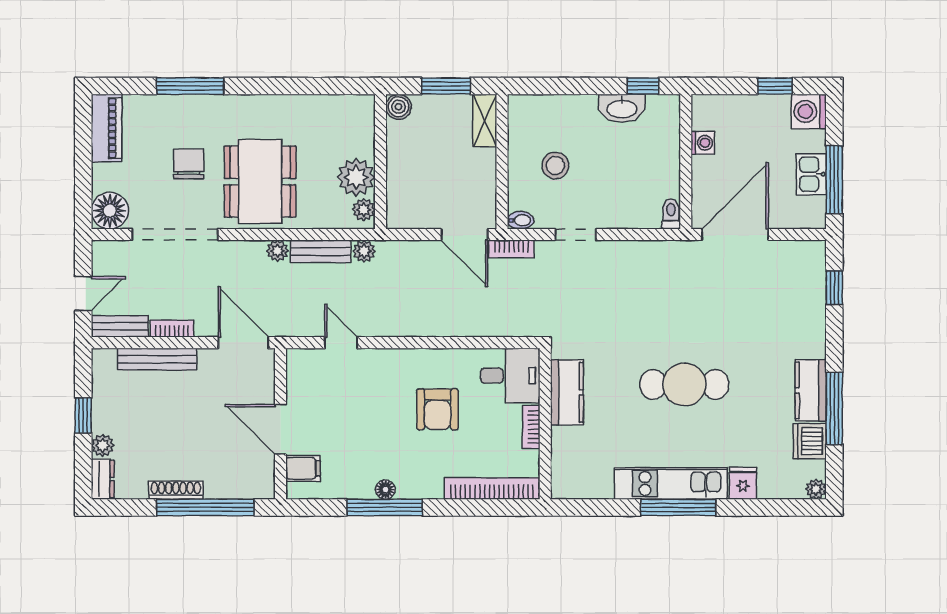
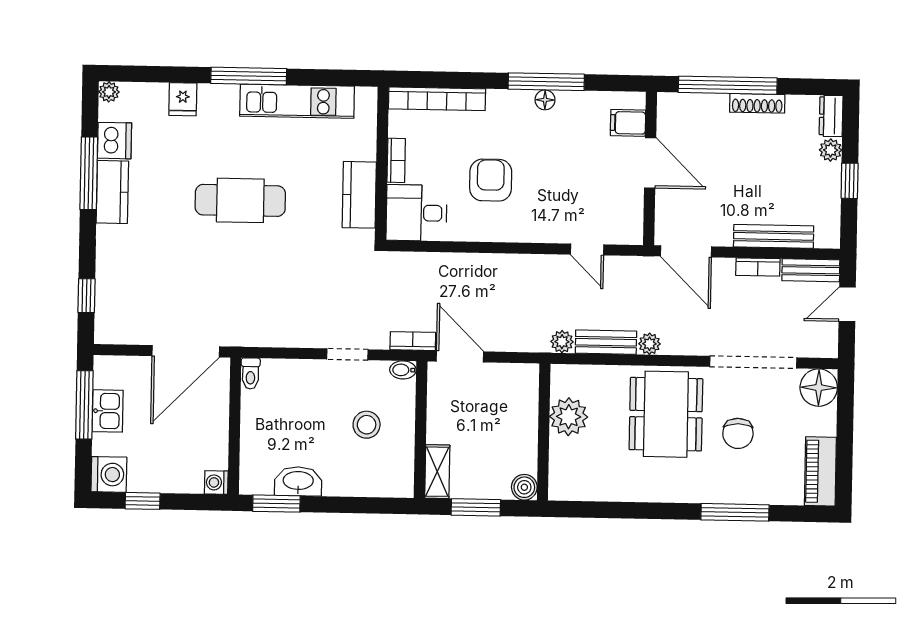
window: (643, 86) -> (276, 504), width x1.50
washing machine: (703, 143) -> (216, 482), moved
plant: (364, 210) -> (562, 384), removed
kitchen unit: (671, 483) -> (297, 101), moved

